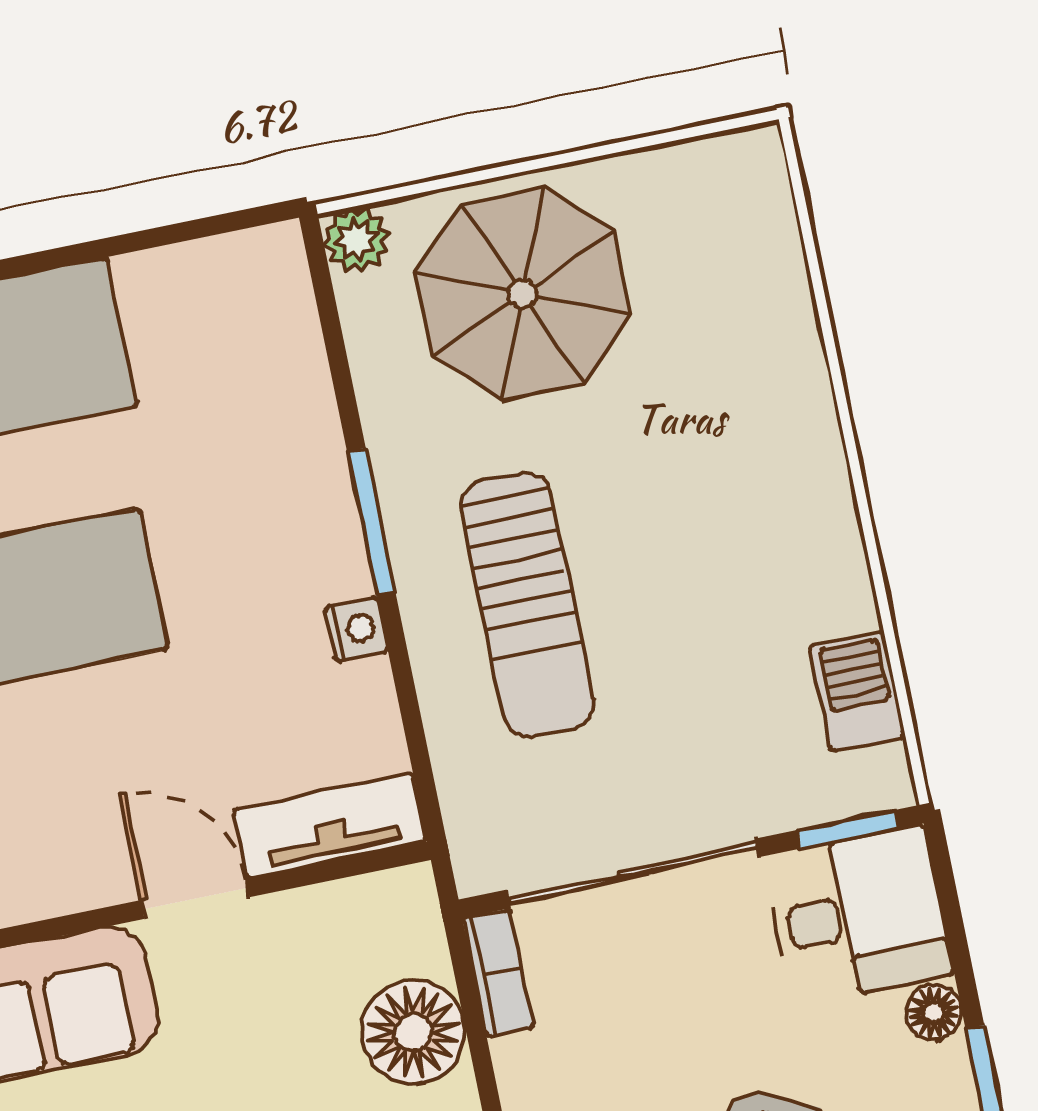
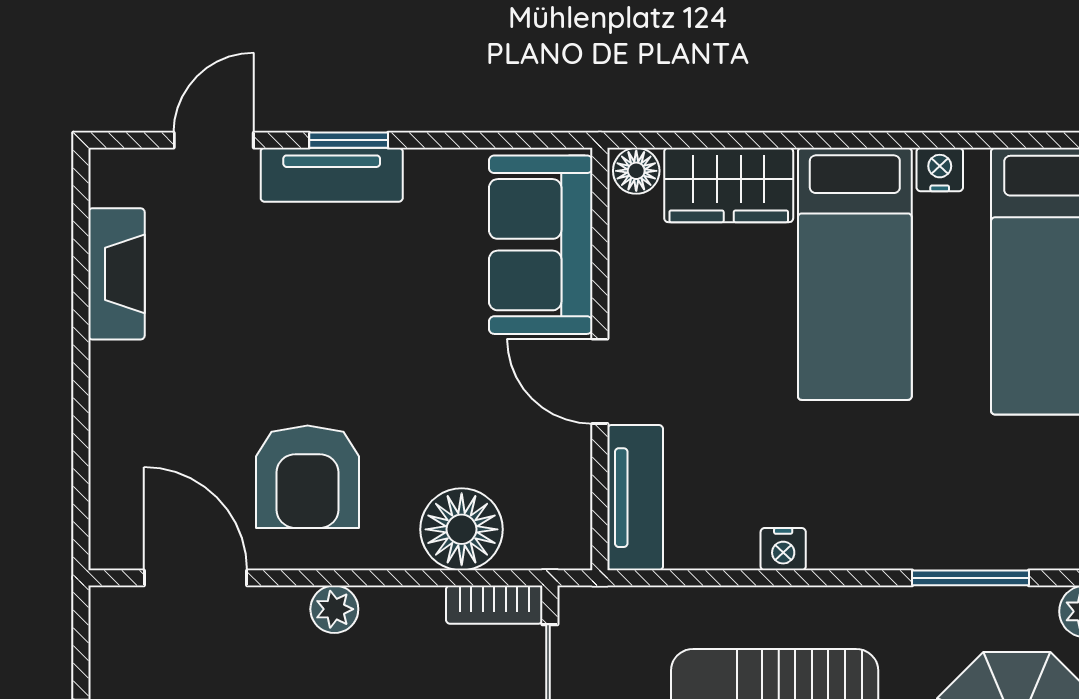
window: (371, 522) -> (971, 578), moved
door: (195, 899) -> (600, 381), swing flipped

